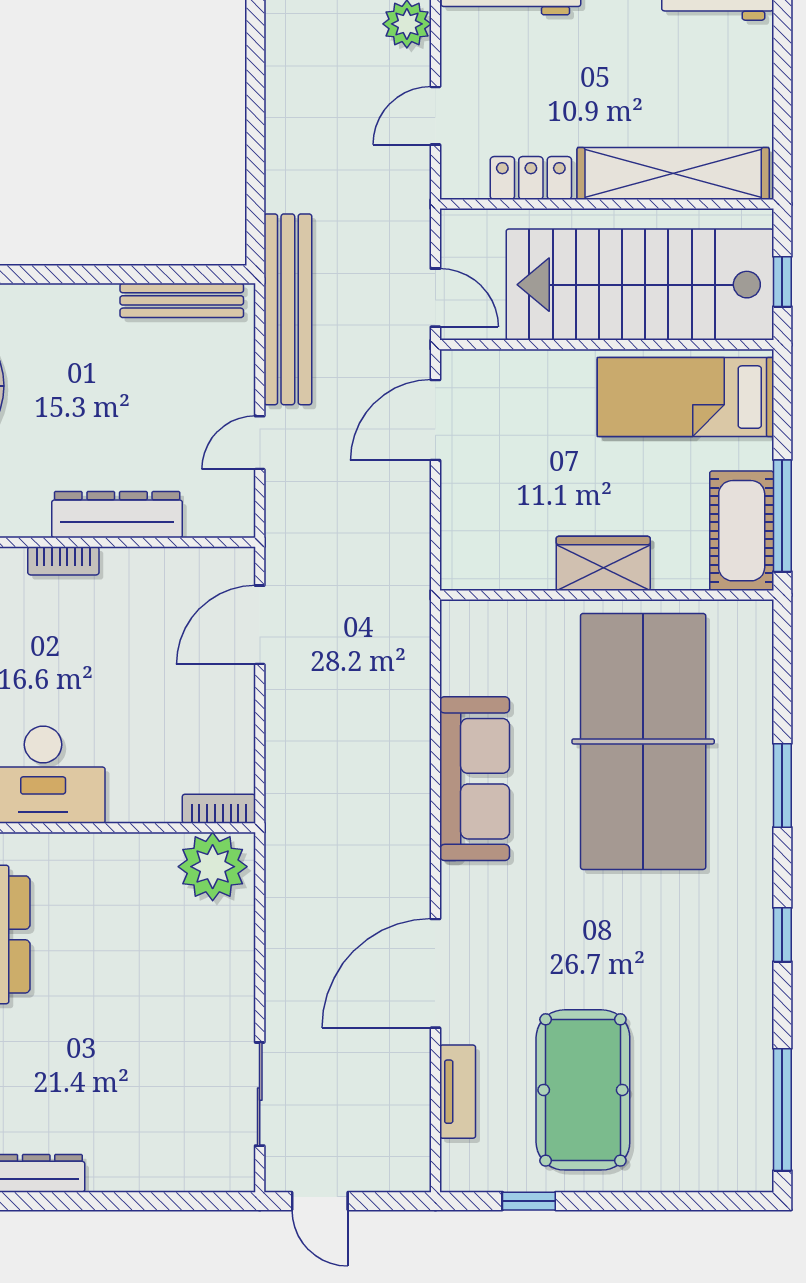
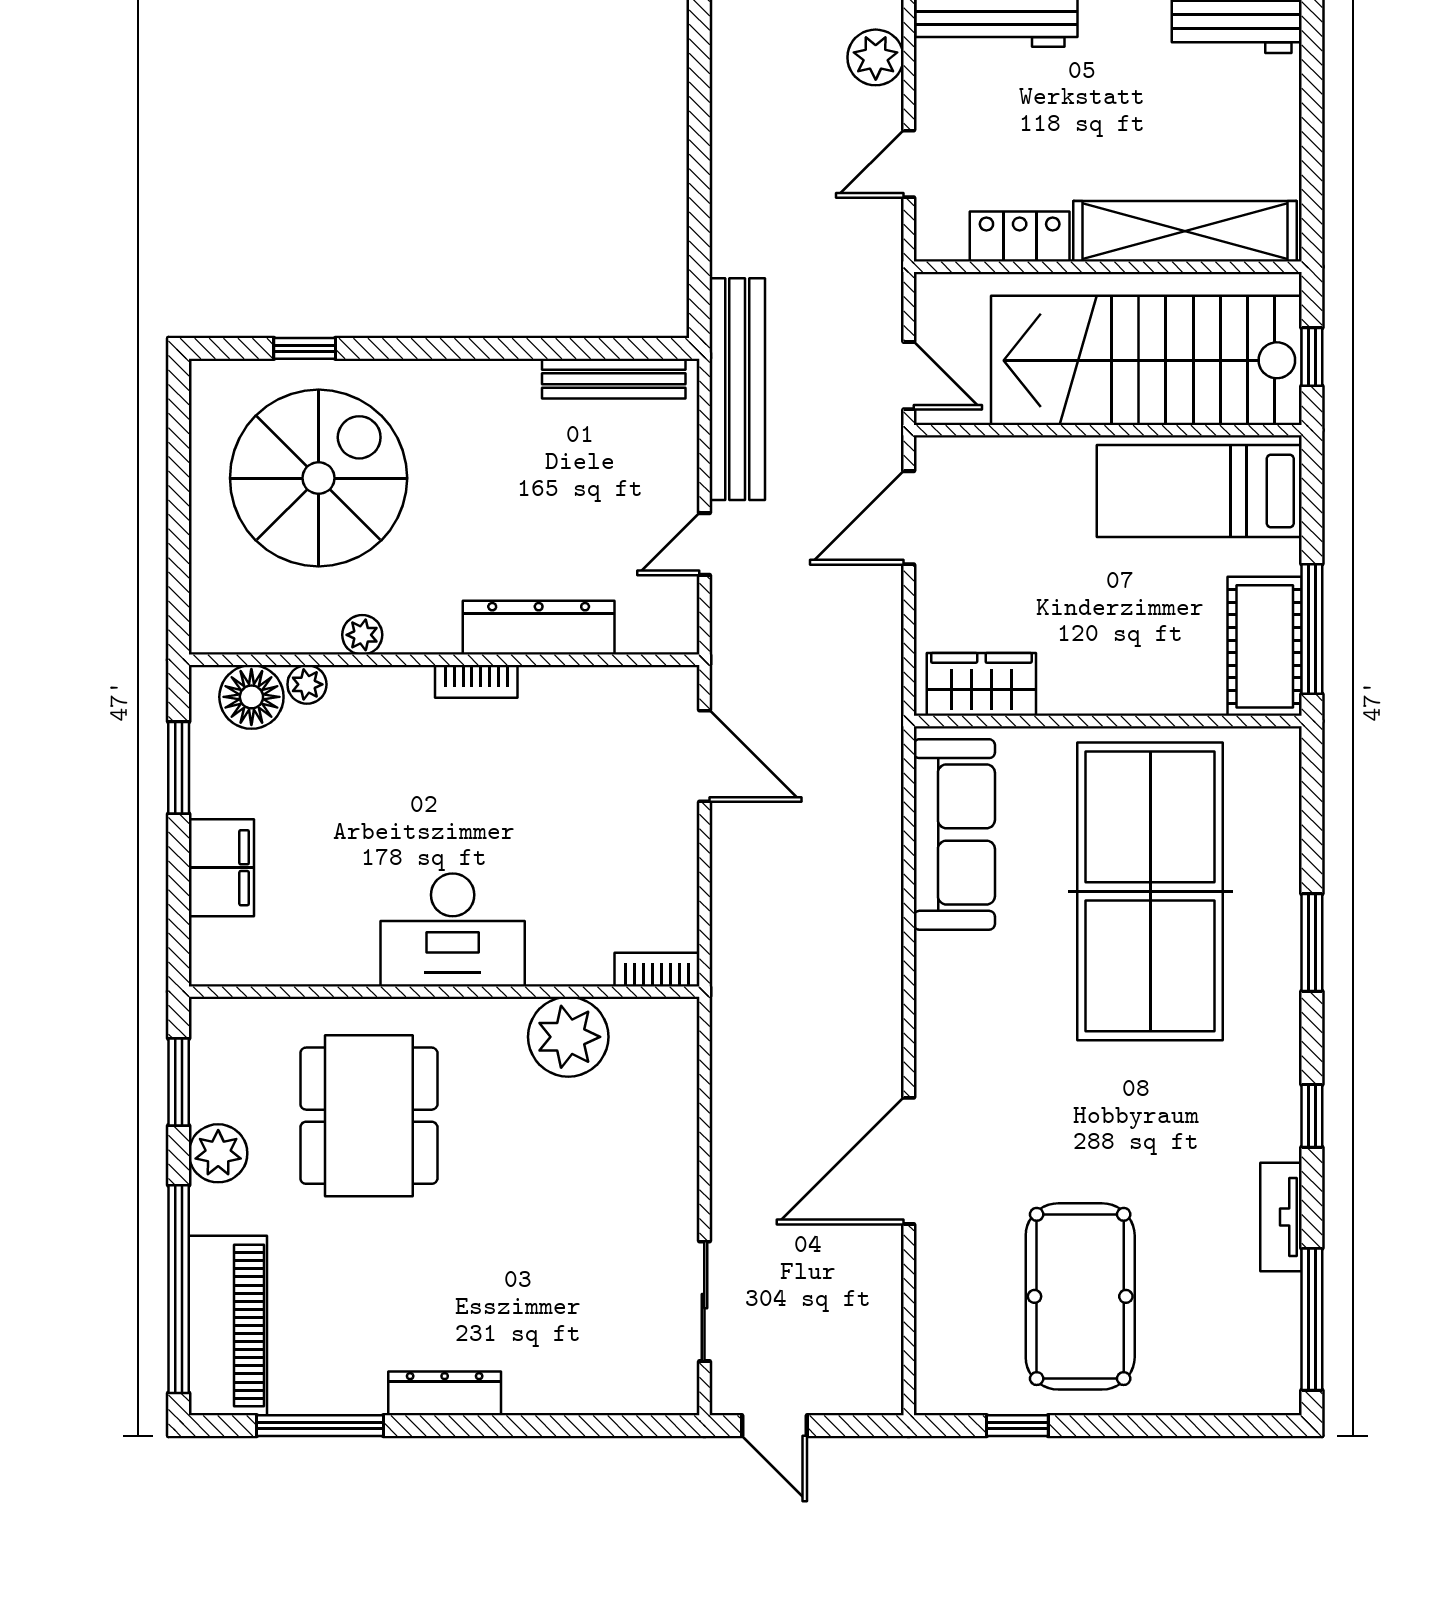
wardrobe: (603, 563) -> (981, 684), moved
door: (260, 625) -> (704, 756), swing flipped
sofa: (475, 779) -> (954, 834), moved
plant: (213, 867) -> (568, 1037), moved
tv unit: (458, 1092) -> (1281, 1217), moved, turned 180

